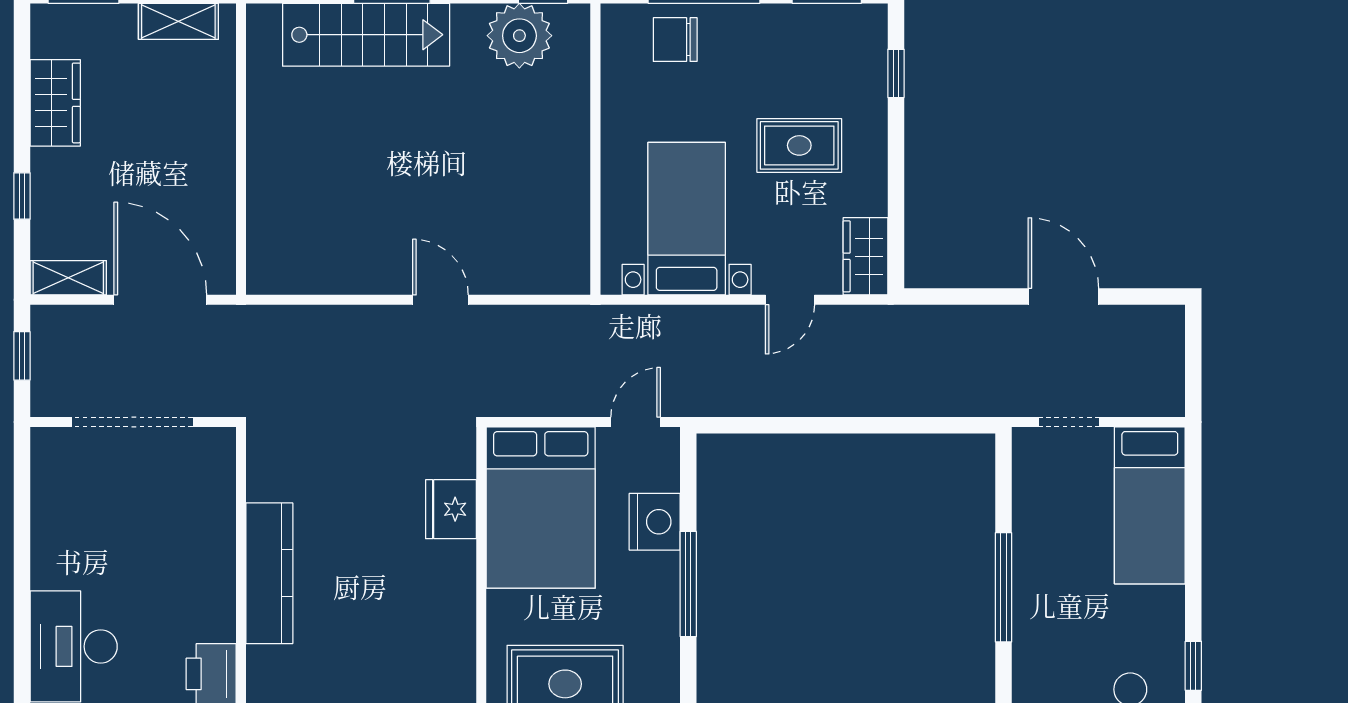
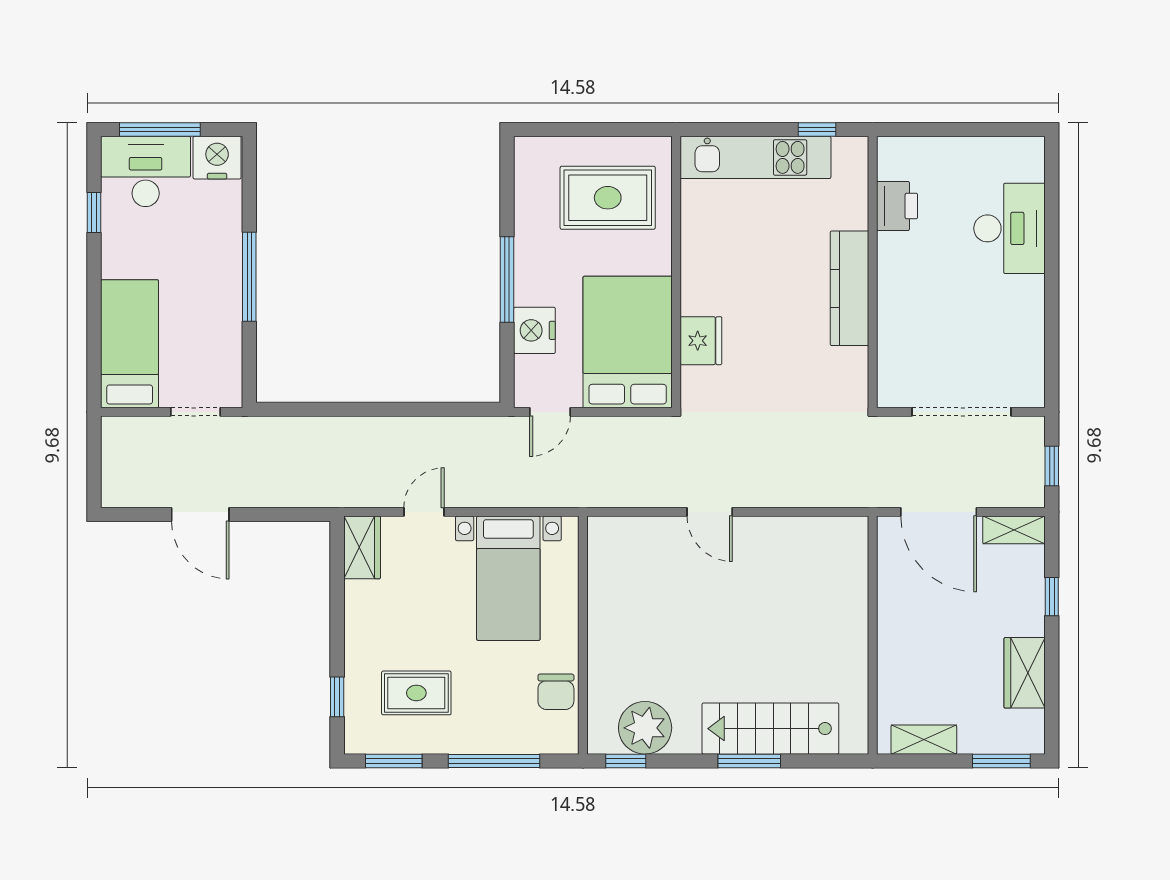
chair: (675, 40) -> (556, 692), moved, turned 90
rug: (799, 145) -> (416, 693), moved

